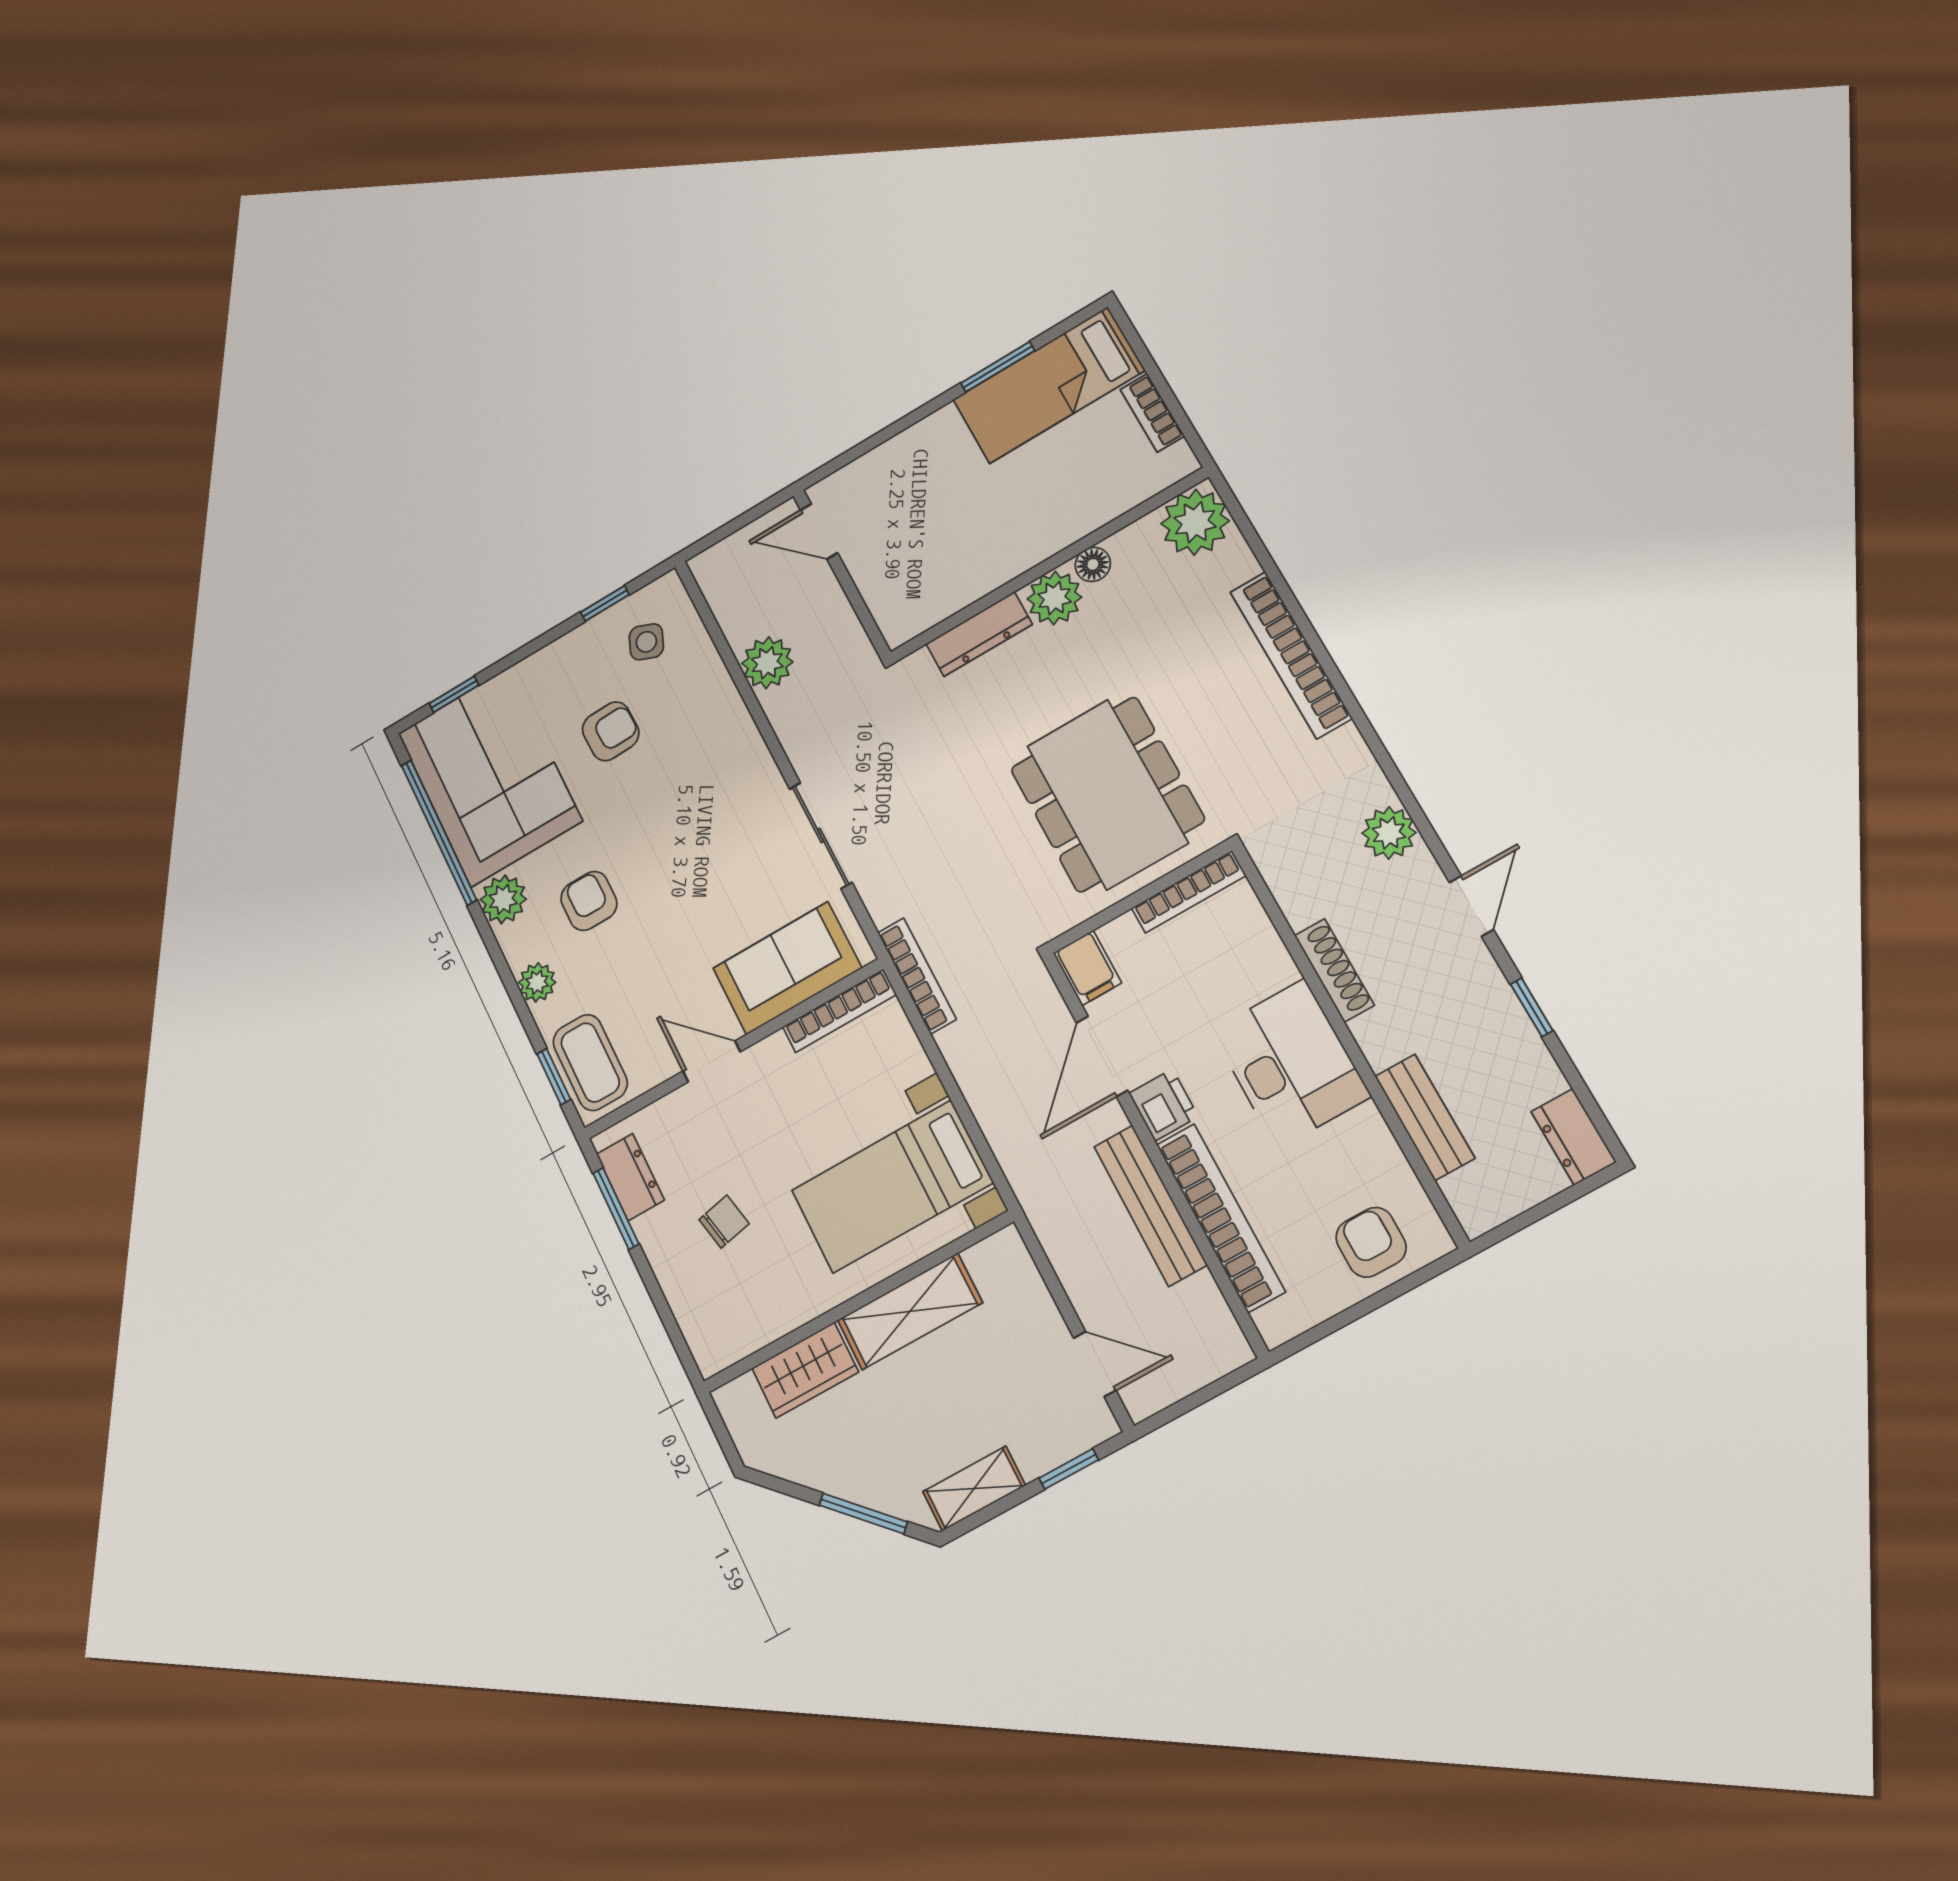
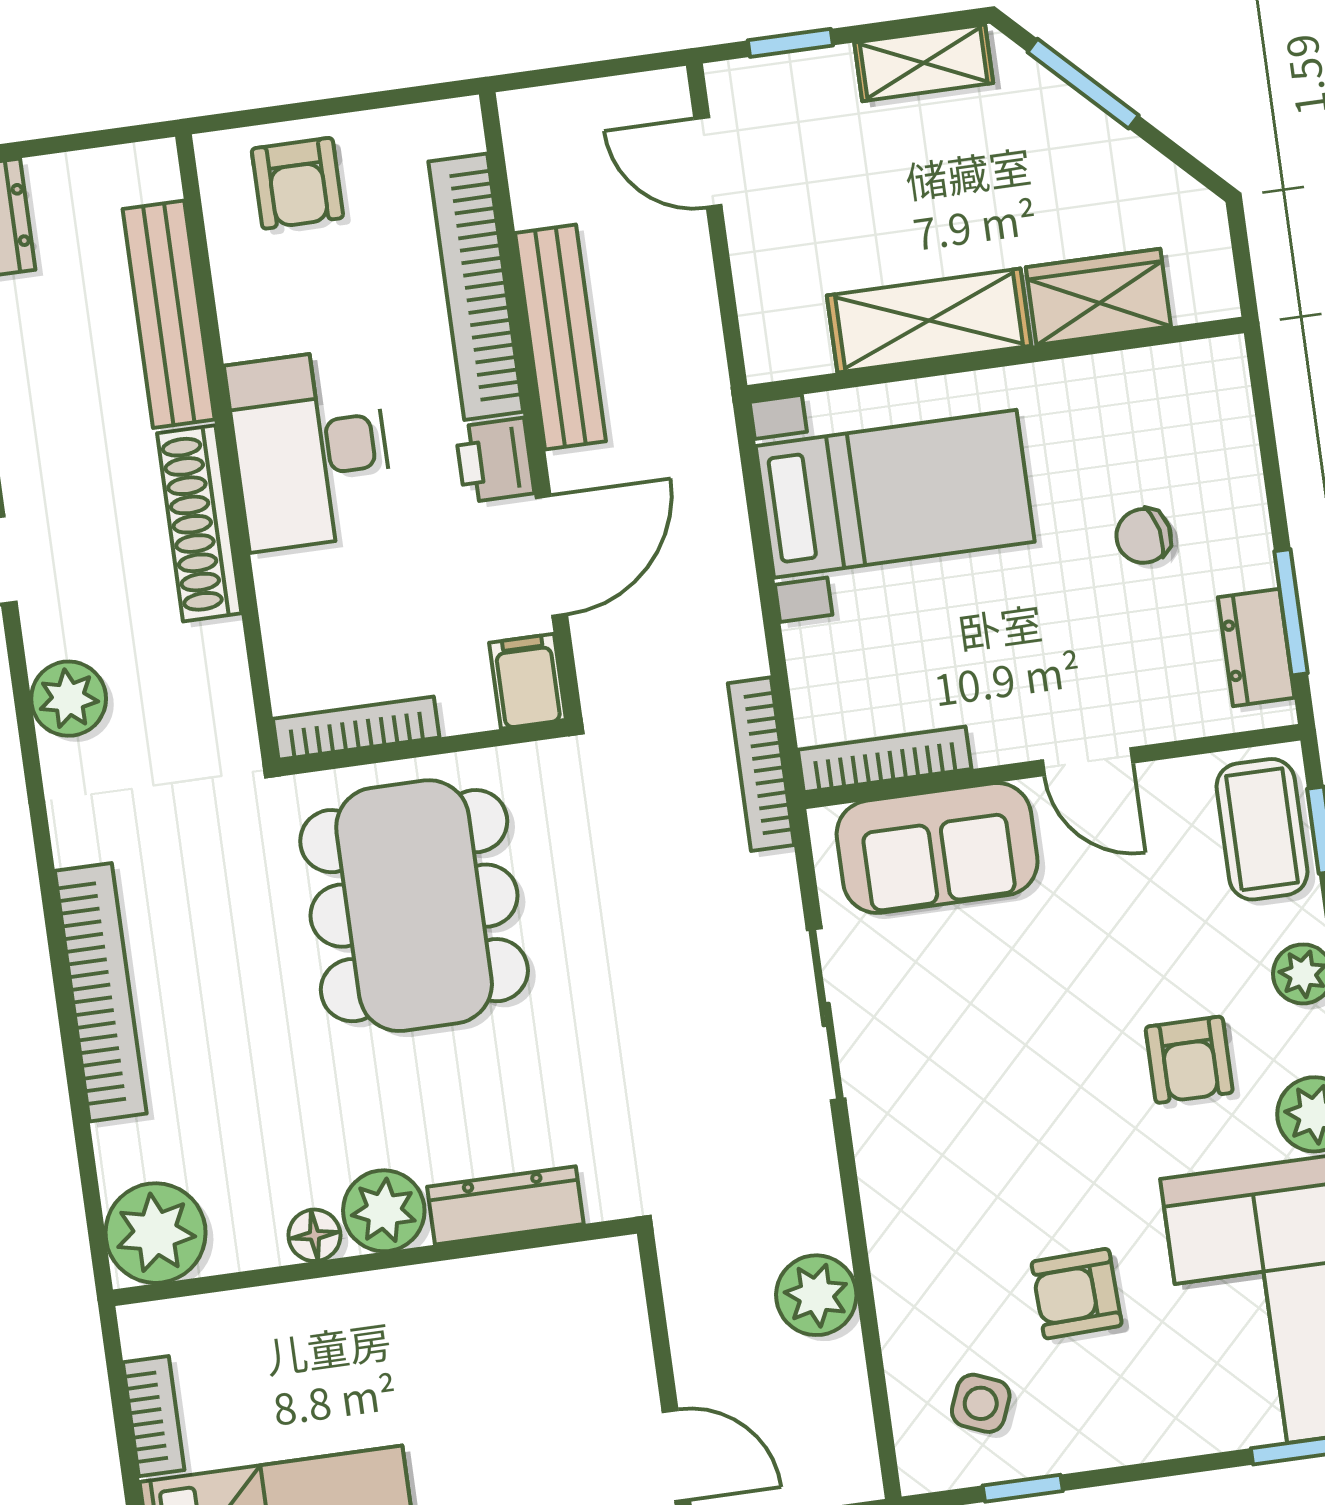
shoe rack: (1334, 970) -> (199, 523), width x1.36, depth x1.24
bench: (1425, 1117) -> (169, 314), width x1.36

